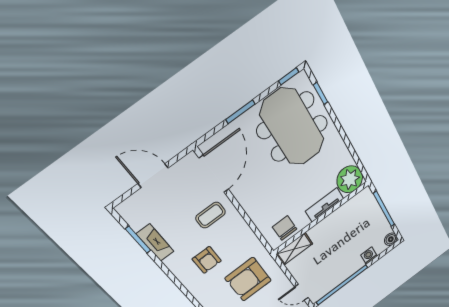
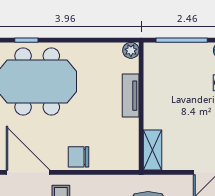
plant: (350, 179) -> (131, 50), width x0.53, depth x0.53
chair: (285, 228) -> (79, 157), moved

